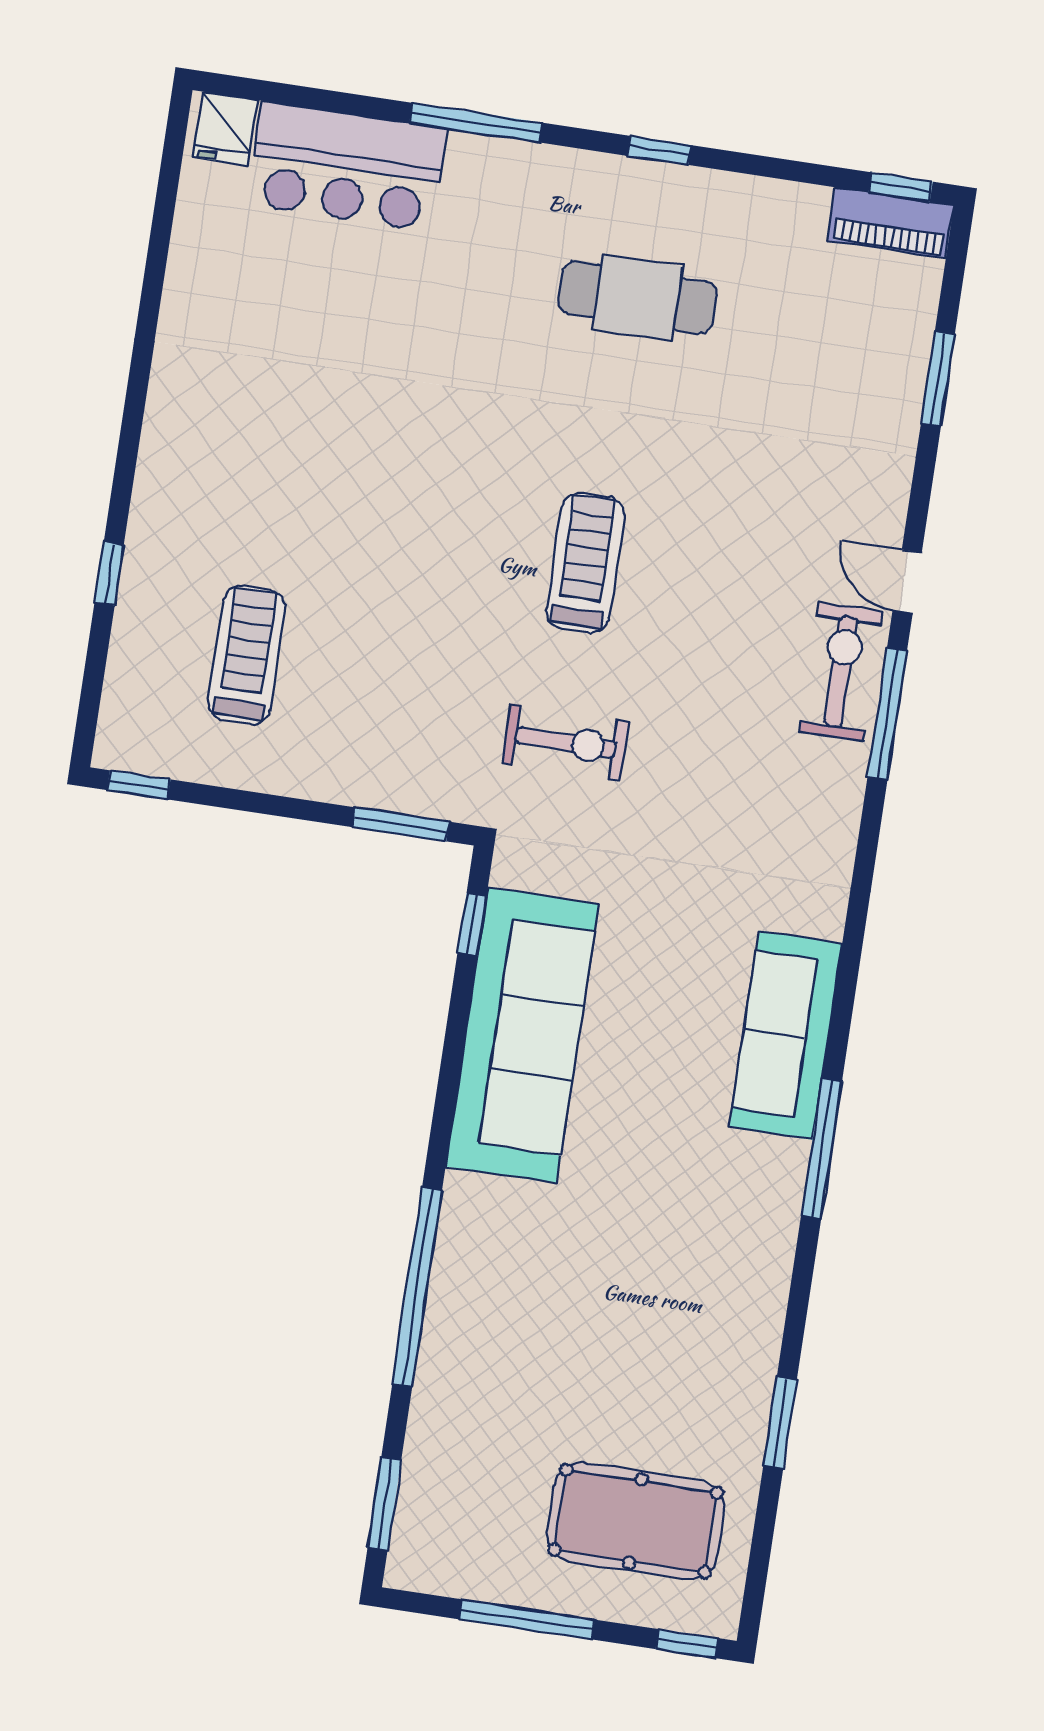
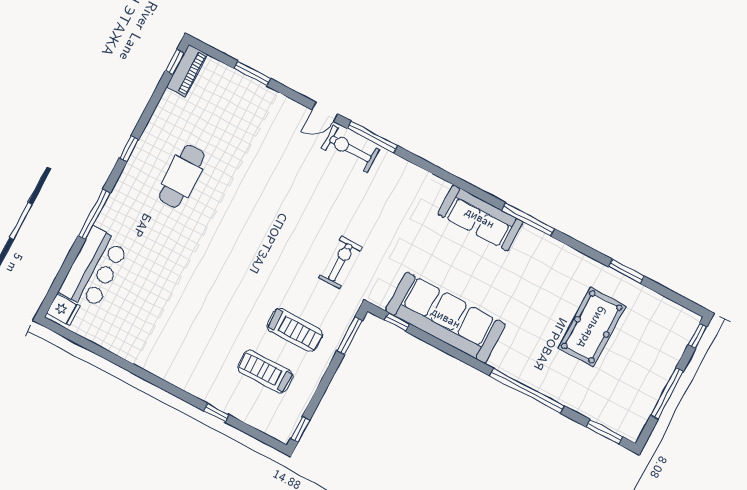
treadmill: (585, 563) -> (295, 330), moved, turned 180
pool table: (636, 1521) -> (592, 327), moved

